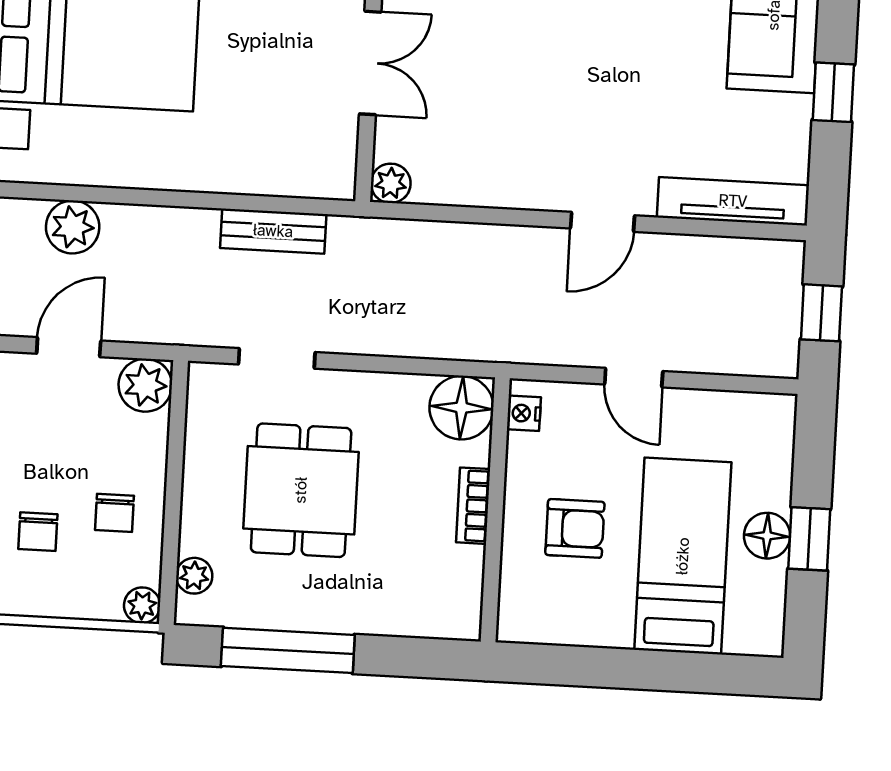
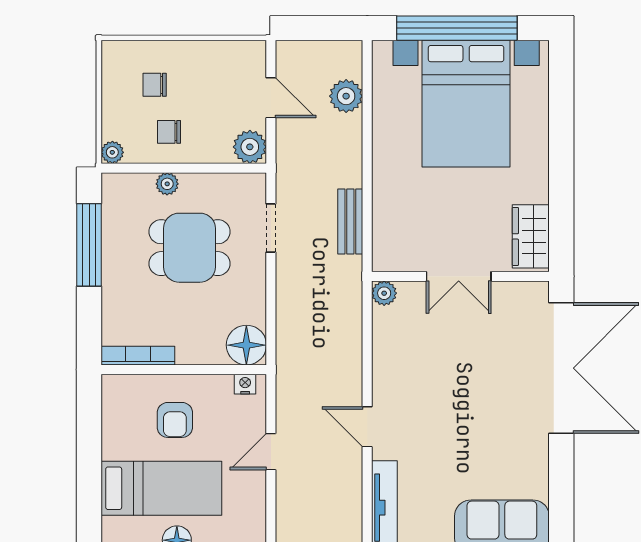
bookcase: (473, 506) -> (138, 356), moved, width x1.56
plant: (194, 576) -> (167, 184), moved

